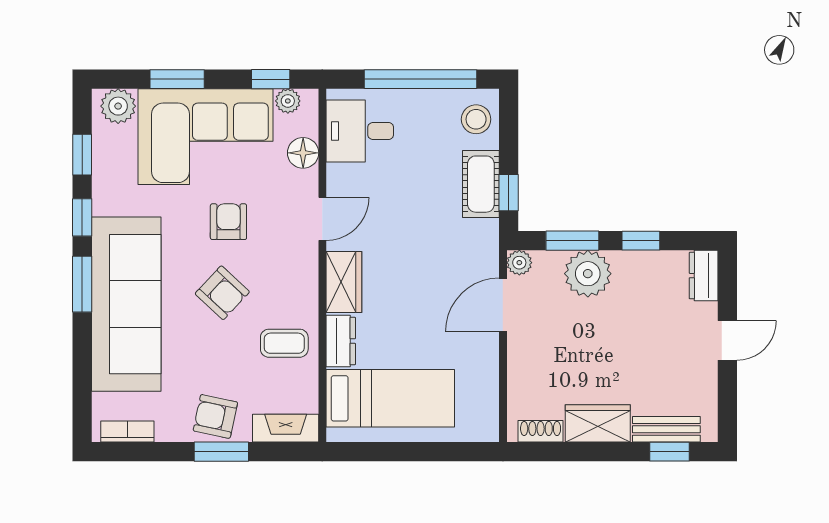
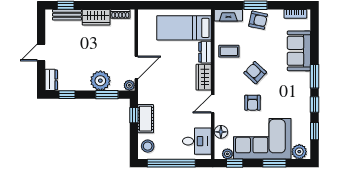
window: (641, 241) -> (67, 95), moved
sofa: (126, 304) -> (299, 51), width x0.54, depth x0.79

